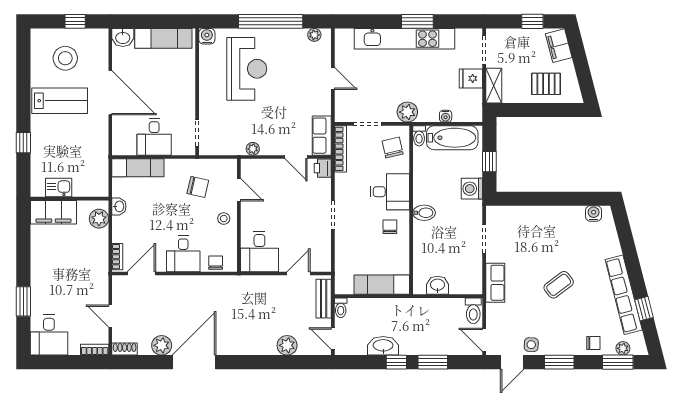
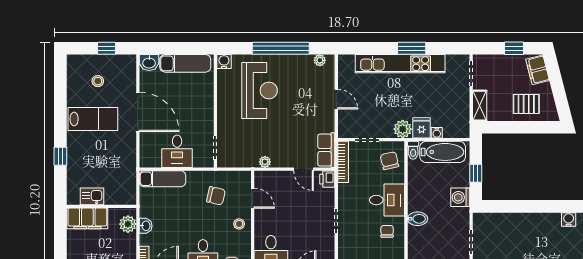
stool: (65, 58) -> (98, 81), width x0.53, depth x0.53
fridge: (471, 78) -> (422, 128), moved, turned 90
washbasin: (119, 206) -> (146, 226), moved

